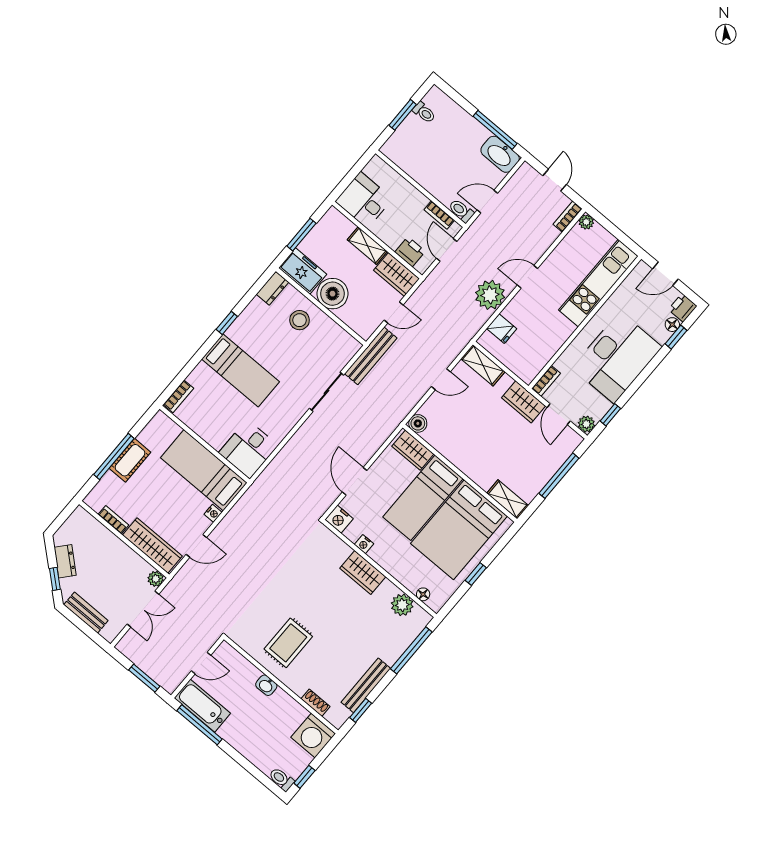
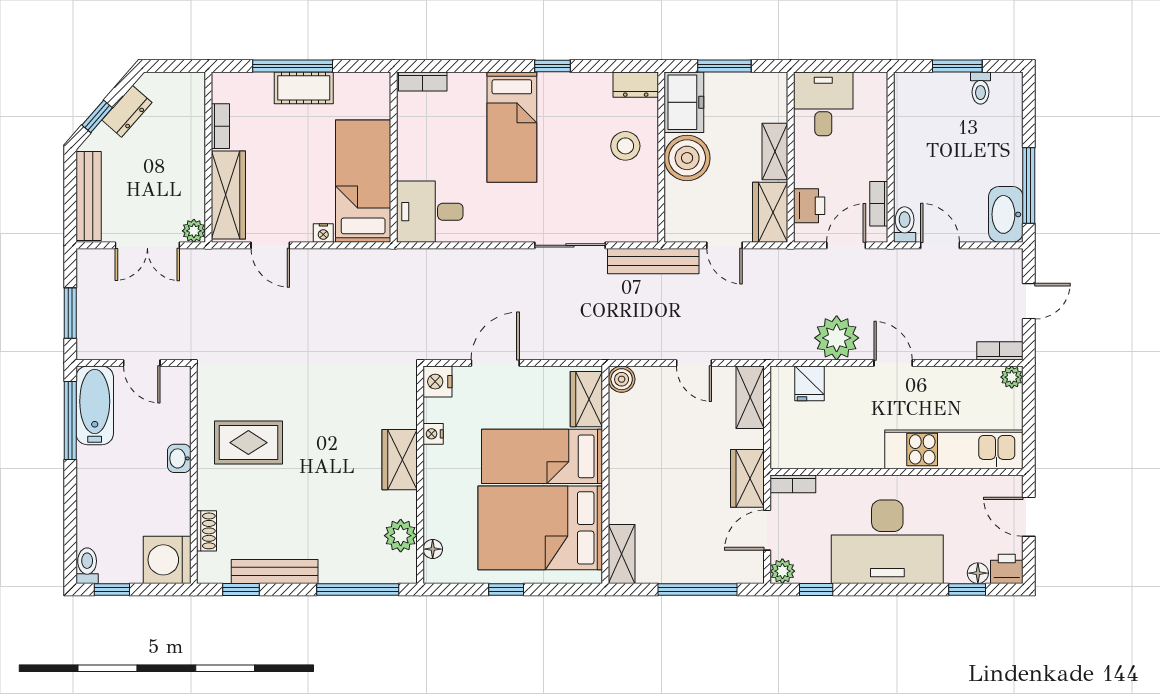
bench: (86, 613) -> (89, 196), width x1.36

